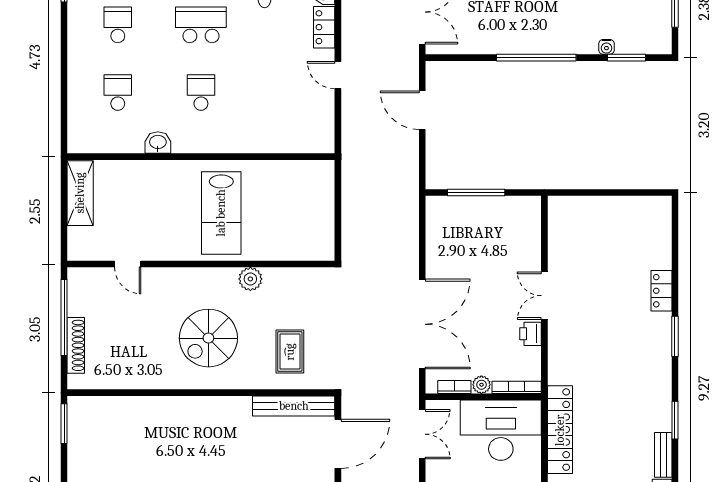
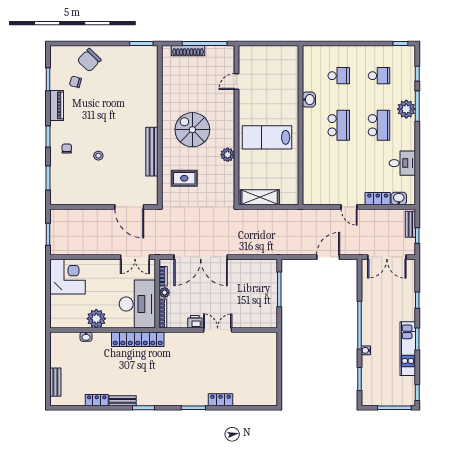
water cooler: (606, 47) -> (366, 350), moved
door: (338, 75) -> (349, 207), swing flipped
school desk: (201, 92) -> (339, 125), width x1.85
shelving: (80, 193) -> (260, 197), moved
bench: (294, 406) -> (152, 152), moved

